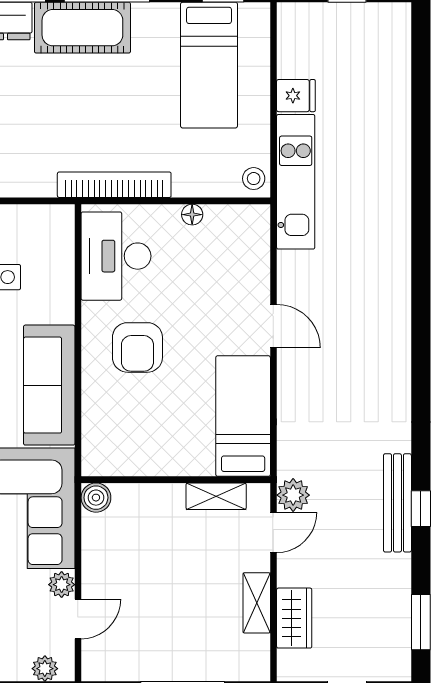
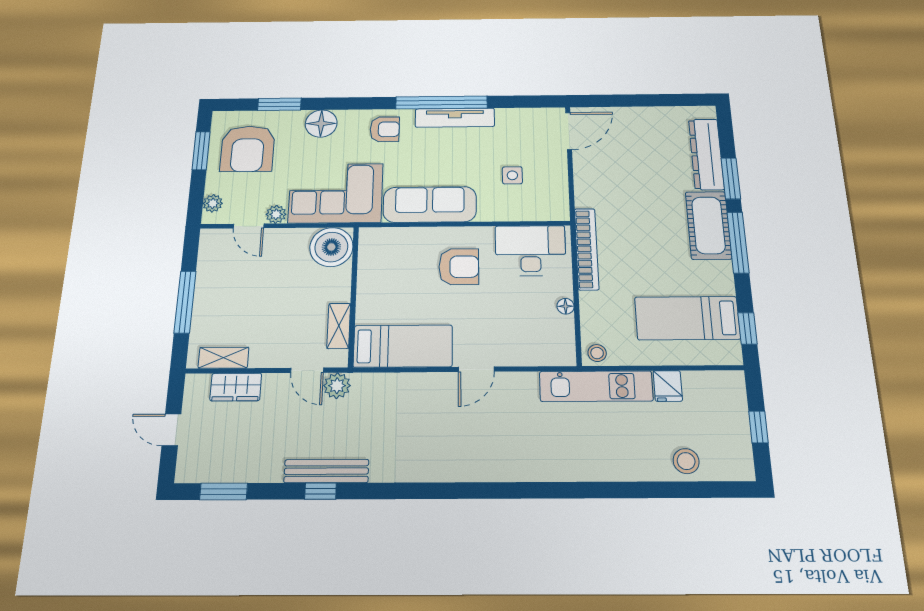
stool: (387, 81) -> (686, 461), added
armchair: (137, 347) -> (459, 267), turned 180
boiler: (96, 498) -> (331, 247), width x1.86, depth x1.86
shelving: (257, 603) -> (223, 358), moved

